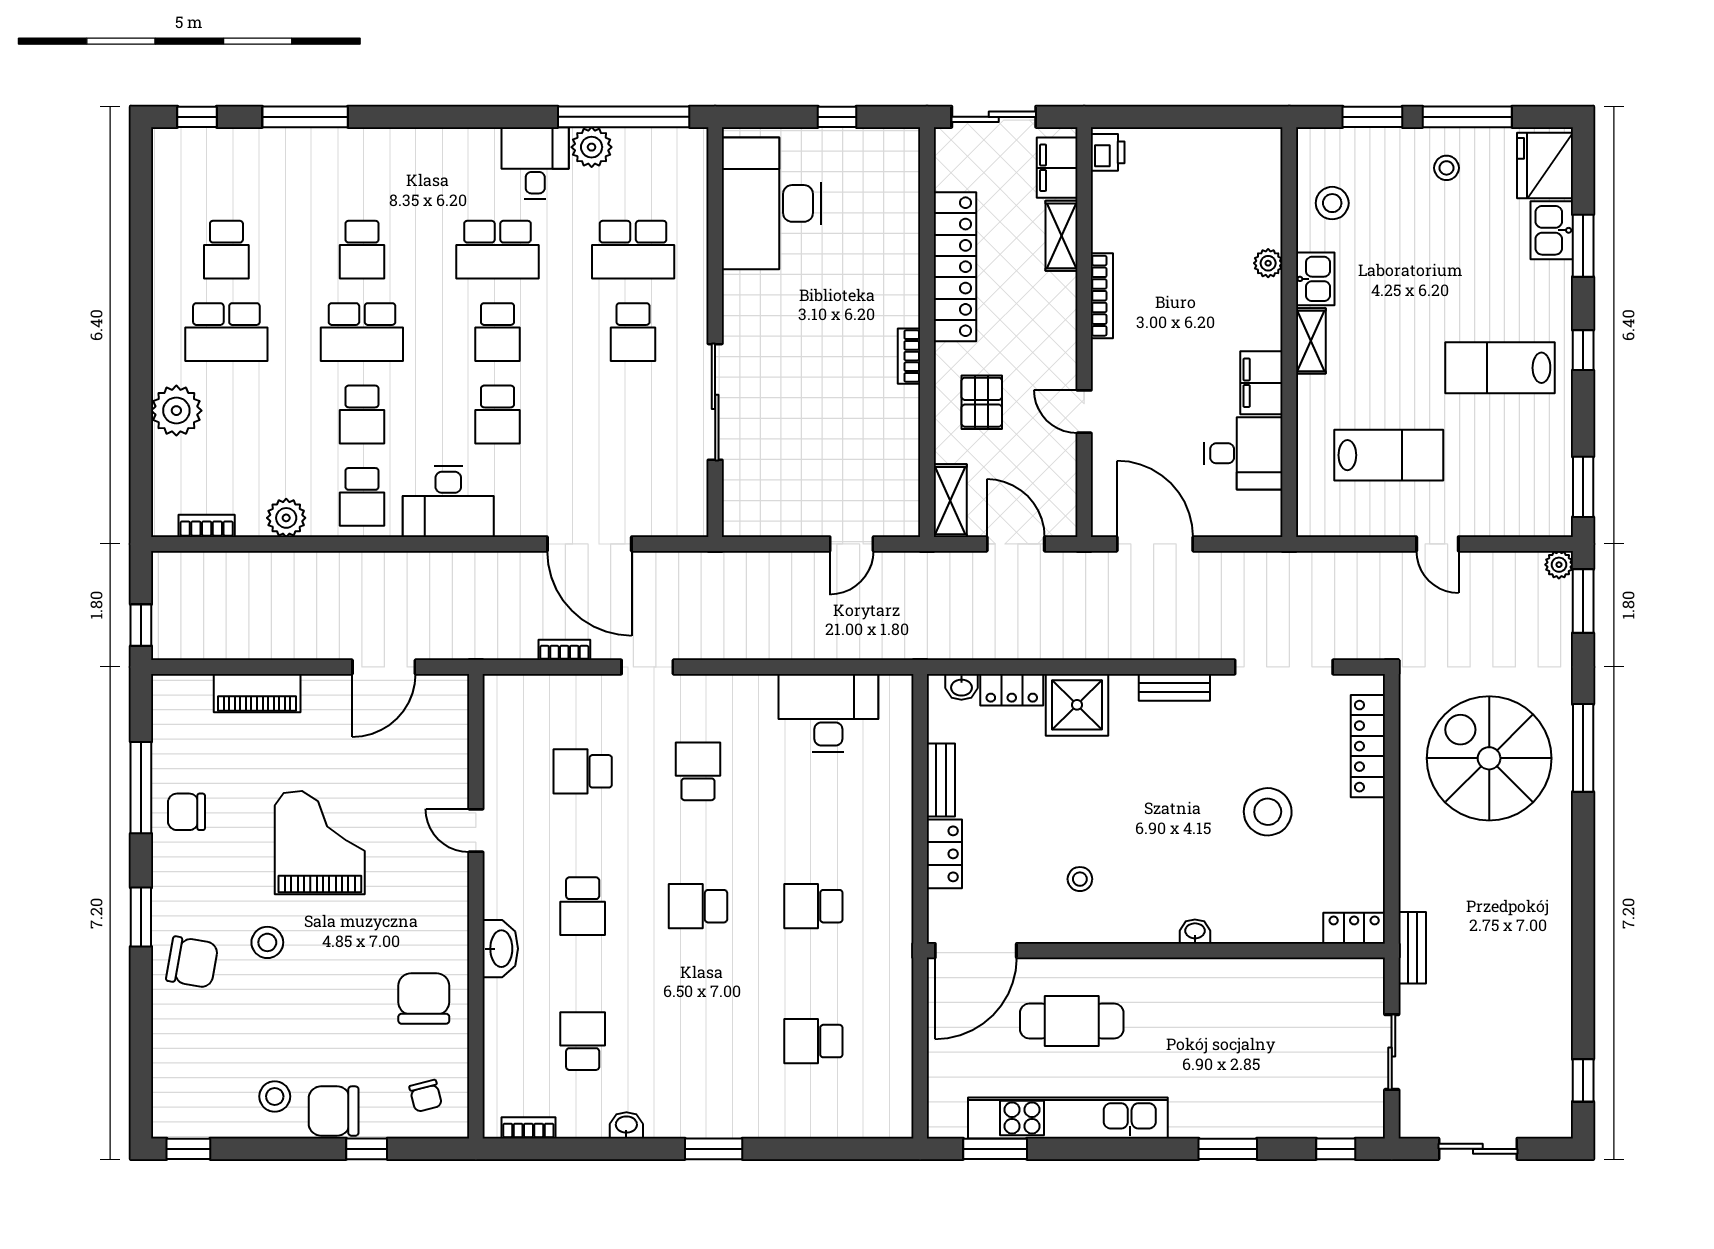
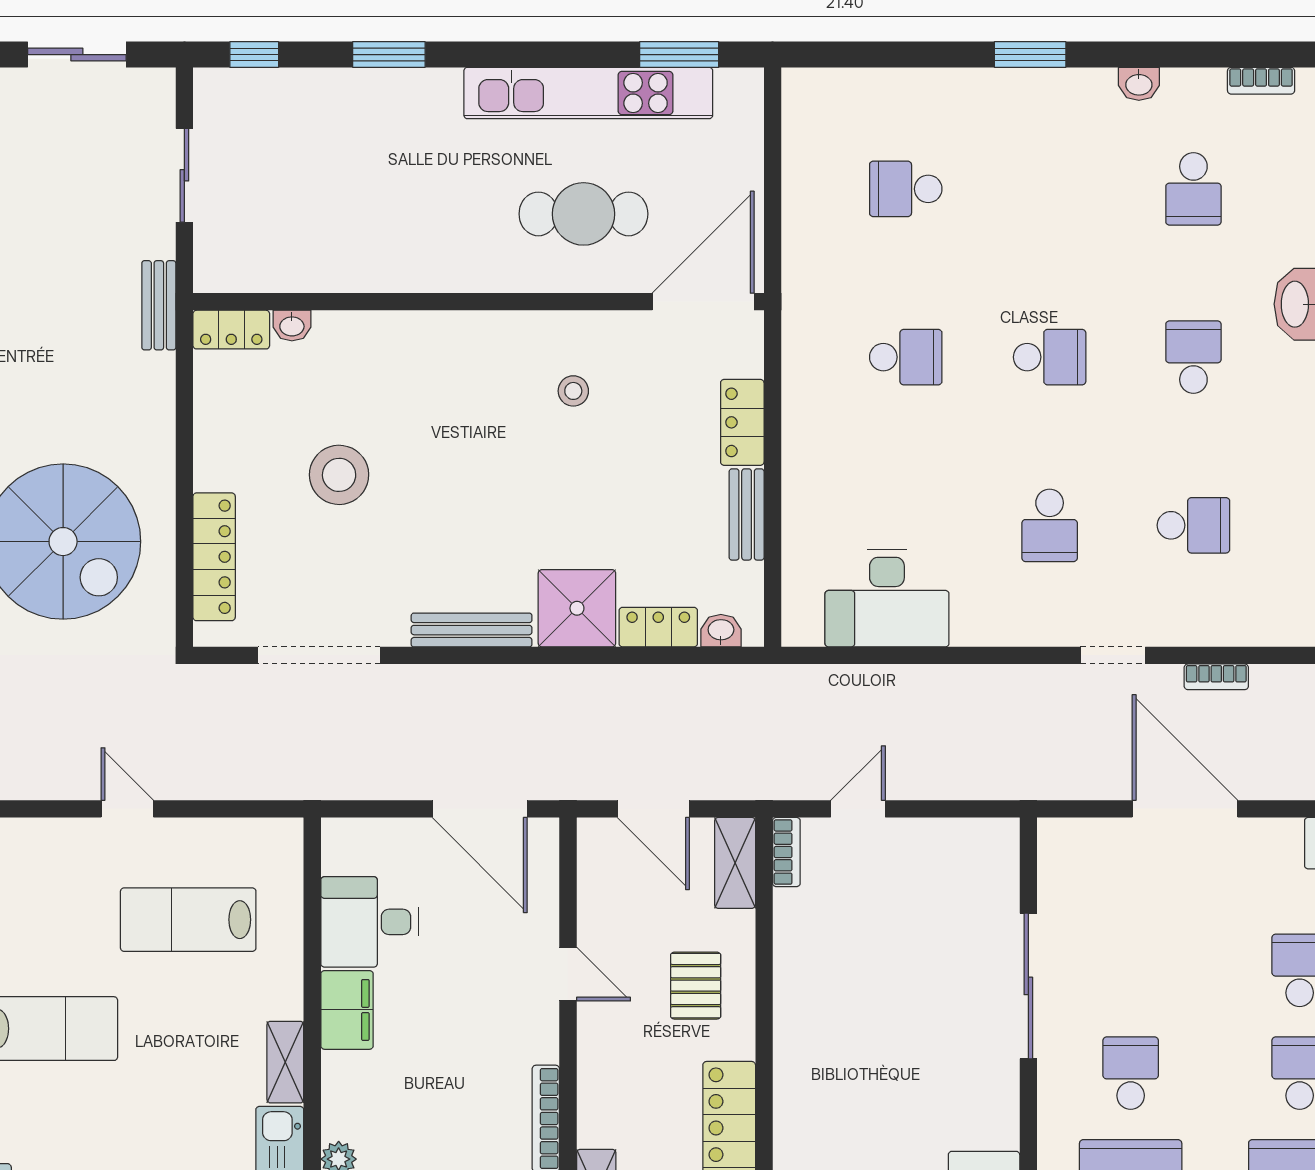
bookcase: (909, 356) -> (786, 852), moved
bench: (1174, 687) -> (472, 630), width x1.36
washbasin: (1195, 932) -> (292, 326), moved
school desk: (813, 1041) -> (906, 189), turned 180

